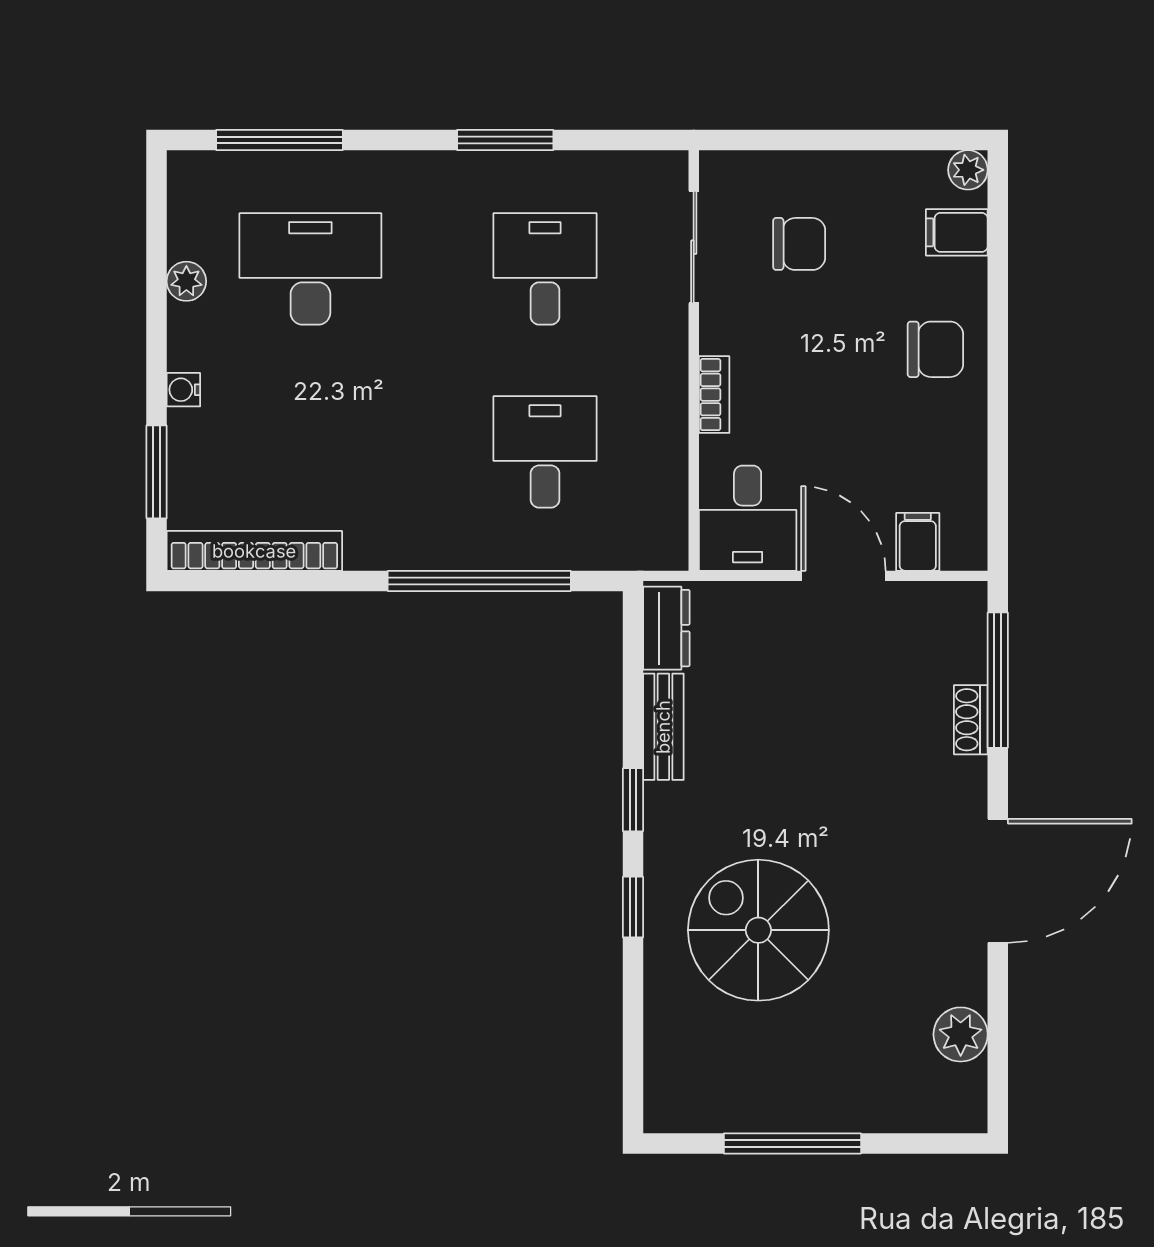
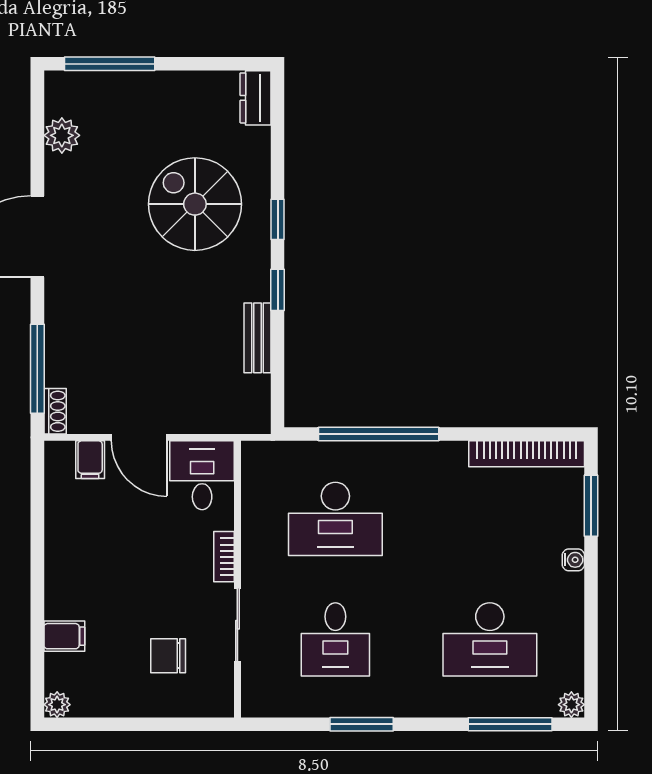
filing cabinet: (957, 232) -> (64, 636), moved
sliding door: (694, 247) -> (237, 625), moved
plant: (186, 281) -> (571, 705), moved
chair: (935, 349) -> (78, 586), removed
desk: (545, 452) -> (335, 519), width x1.37
dresser: (666, 628) -> (255, 98), moved
shoe rack: (971, 720) -> (55, 411), moved
spiral stairs: (758, 930) -> (195, 204), turned 180
window: (792, 1143) -> (110, 64), moved

